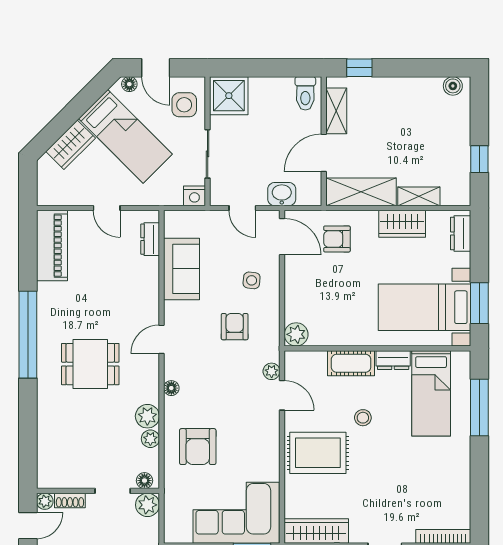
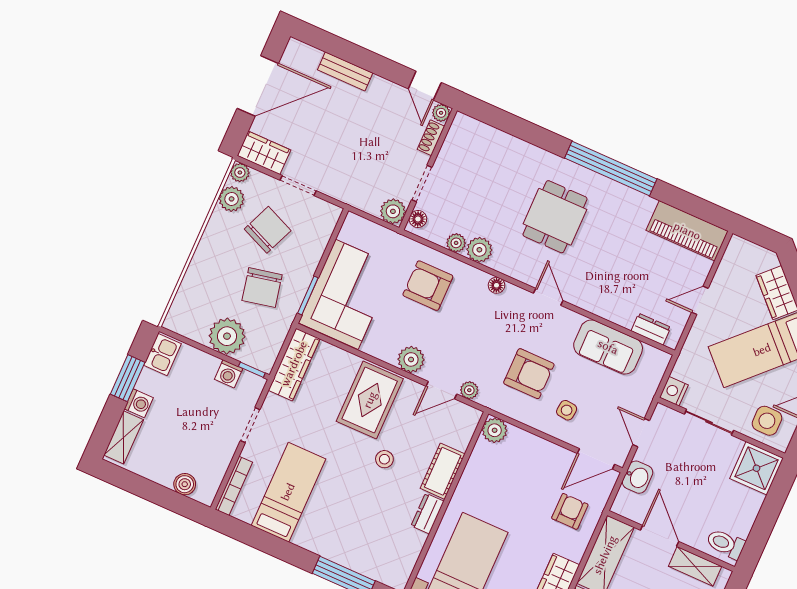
door: (242, 208) -> (641, 433), hinge flipped
armchair: (235, 327) -> (529, 374), width x1.38, depth x1.38
bed: (431, 393) -> (288, 492), moved, turned 90
plant: (267, 433) -> (411, 359), added

